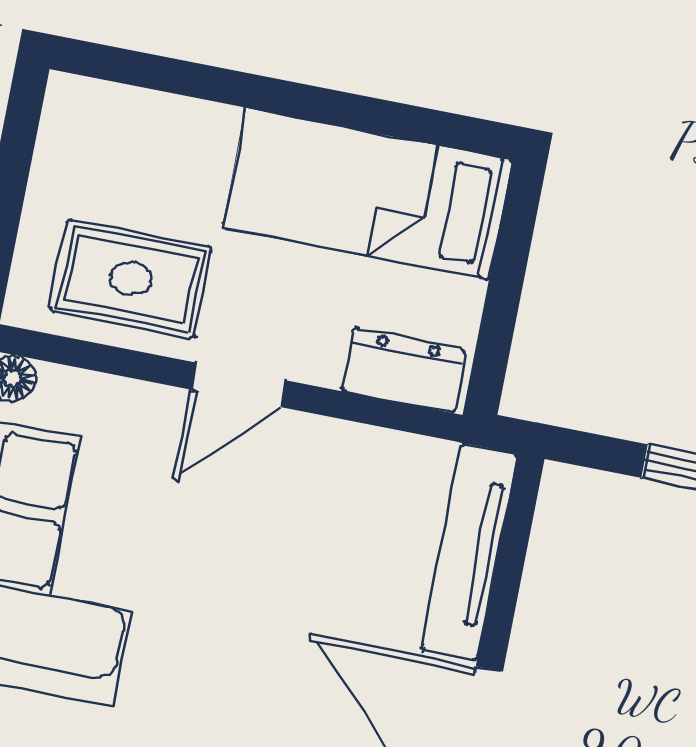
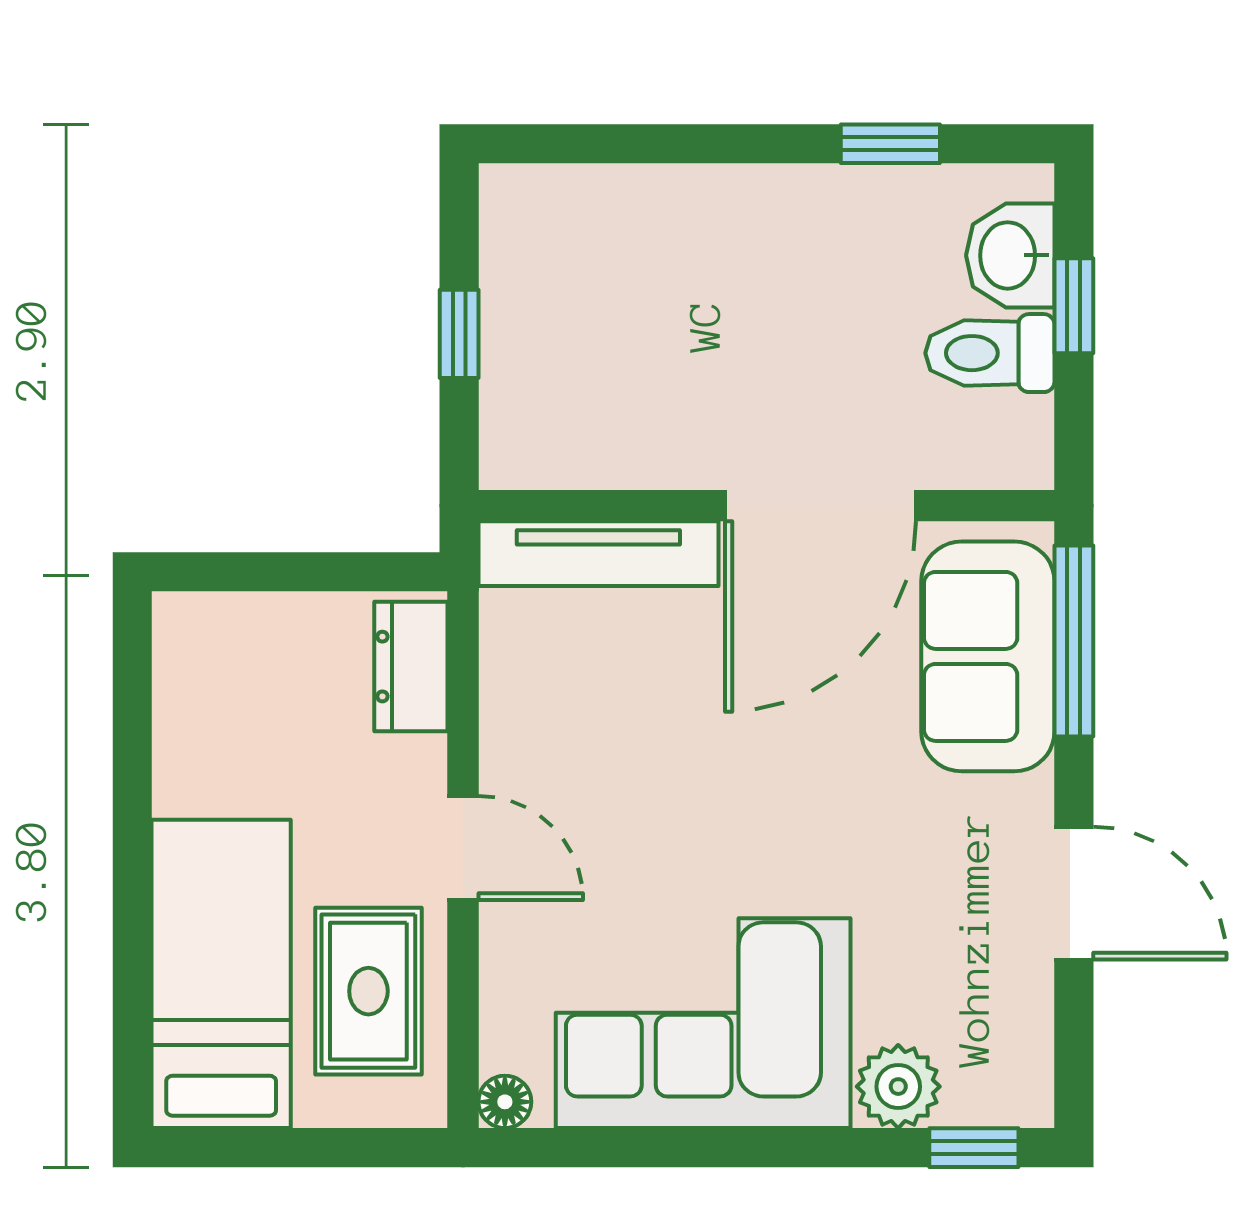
bed: (368, 194) -> (221, 974), moved, turned 180

